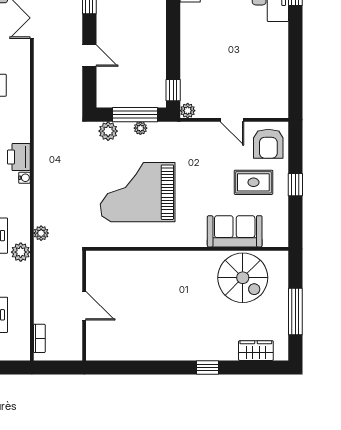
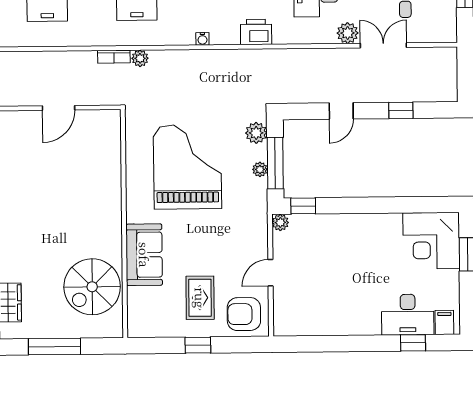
printer: (19, 157) -> (256, 32), moved
sofa: (235, 231) -> (144, 255), moved
plant: (21, 252) -> (348, 33), moved
bookcase: (39, 338) -> (114, 57), moved

